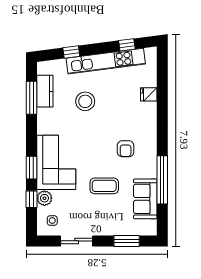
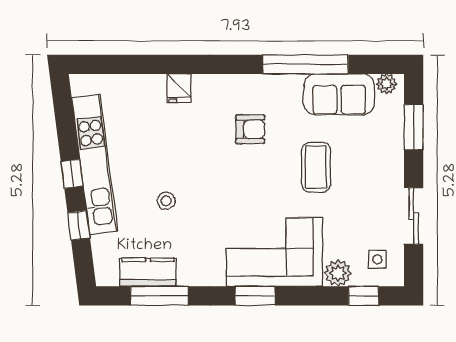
window: (127, 45) -> (72, 174), moved
fridge: (149, 94) -> (179, 88), moved
stool: (85, 101) -> (166, 201), width x0.53, depth x0.53
window: (32, 168) -> (255, 296), moved
window: (32, 199) -> (363, 296), moved
plant: (151, 226) -> (387, 84), added

